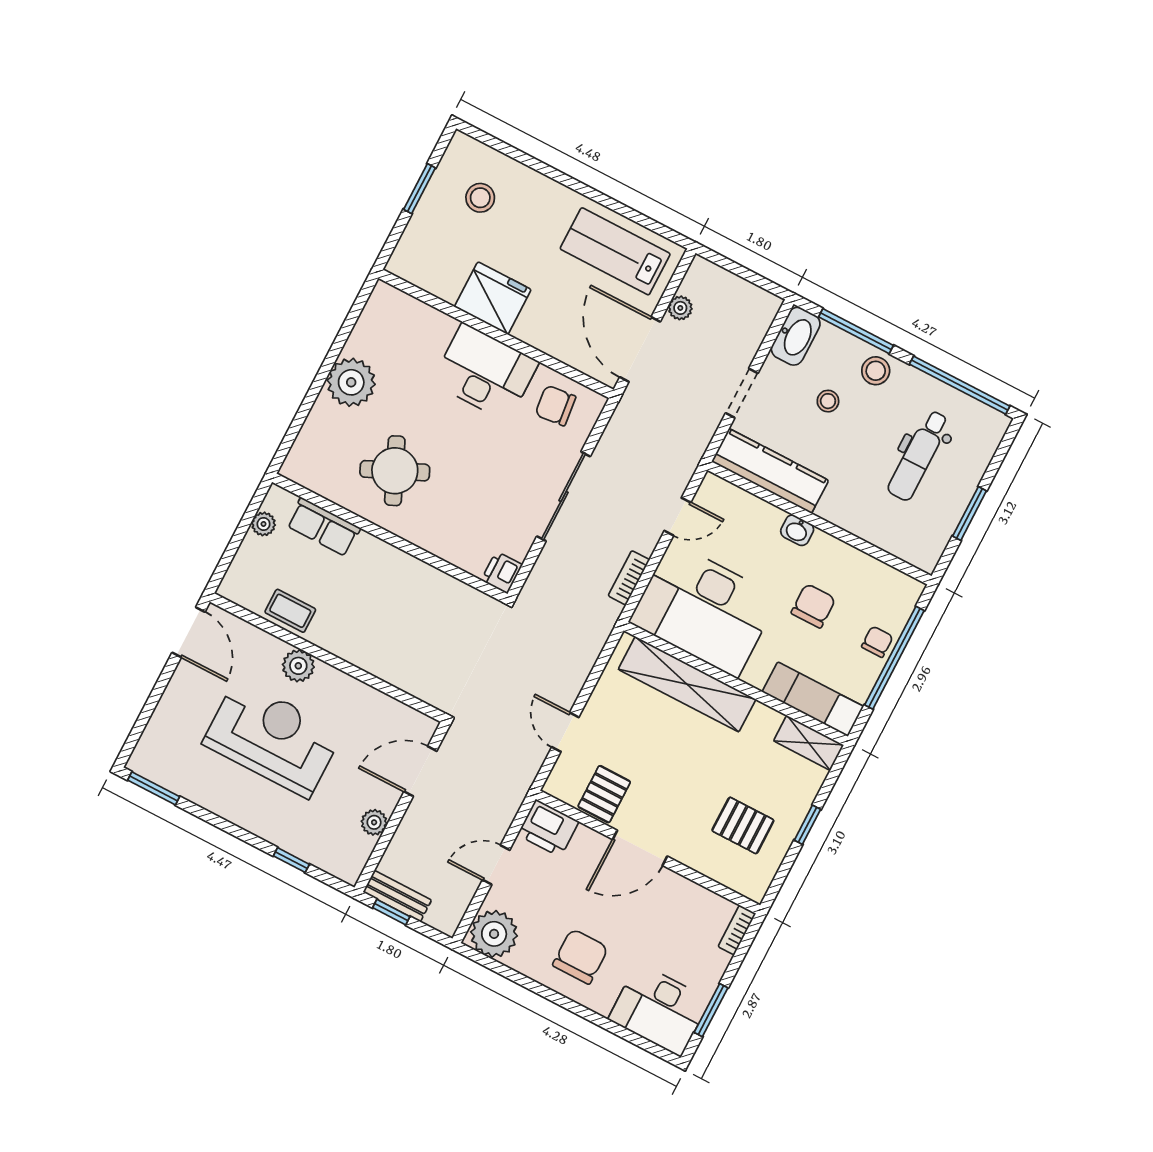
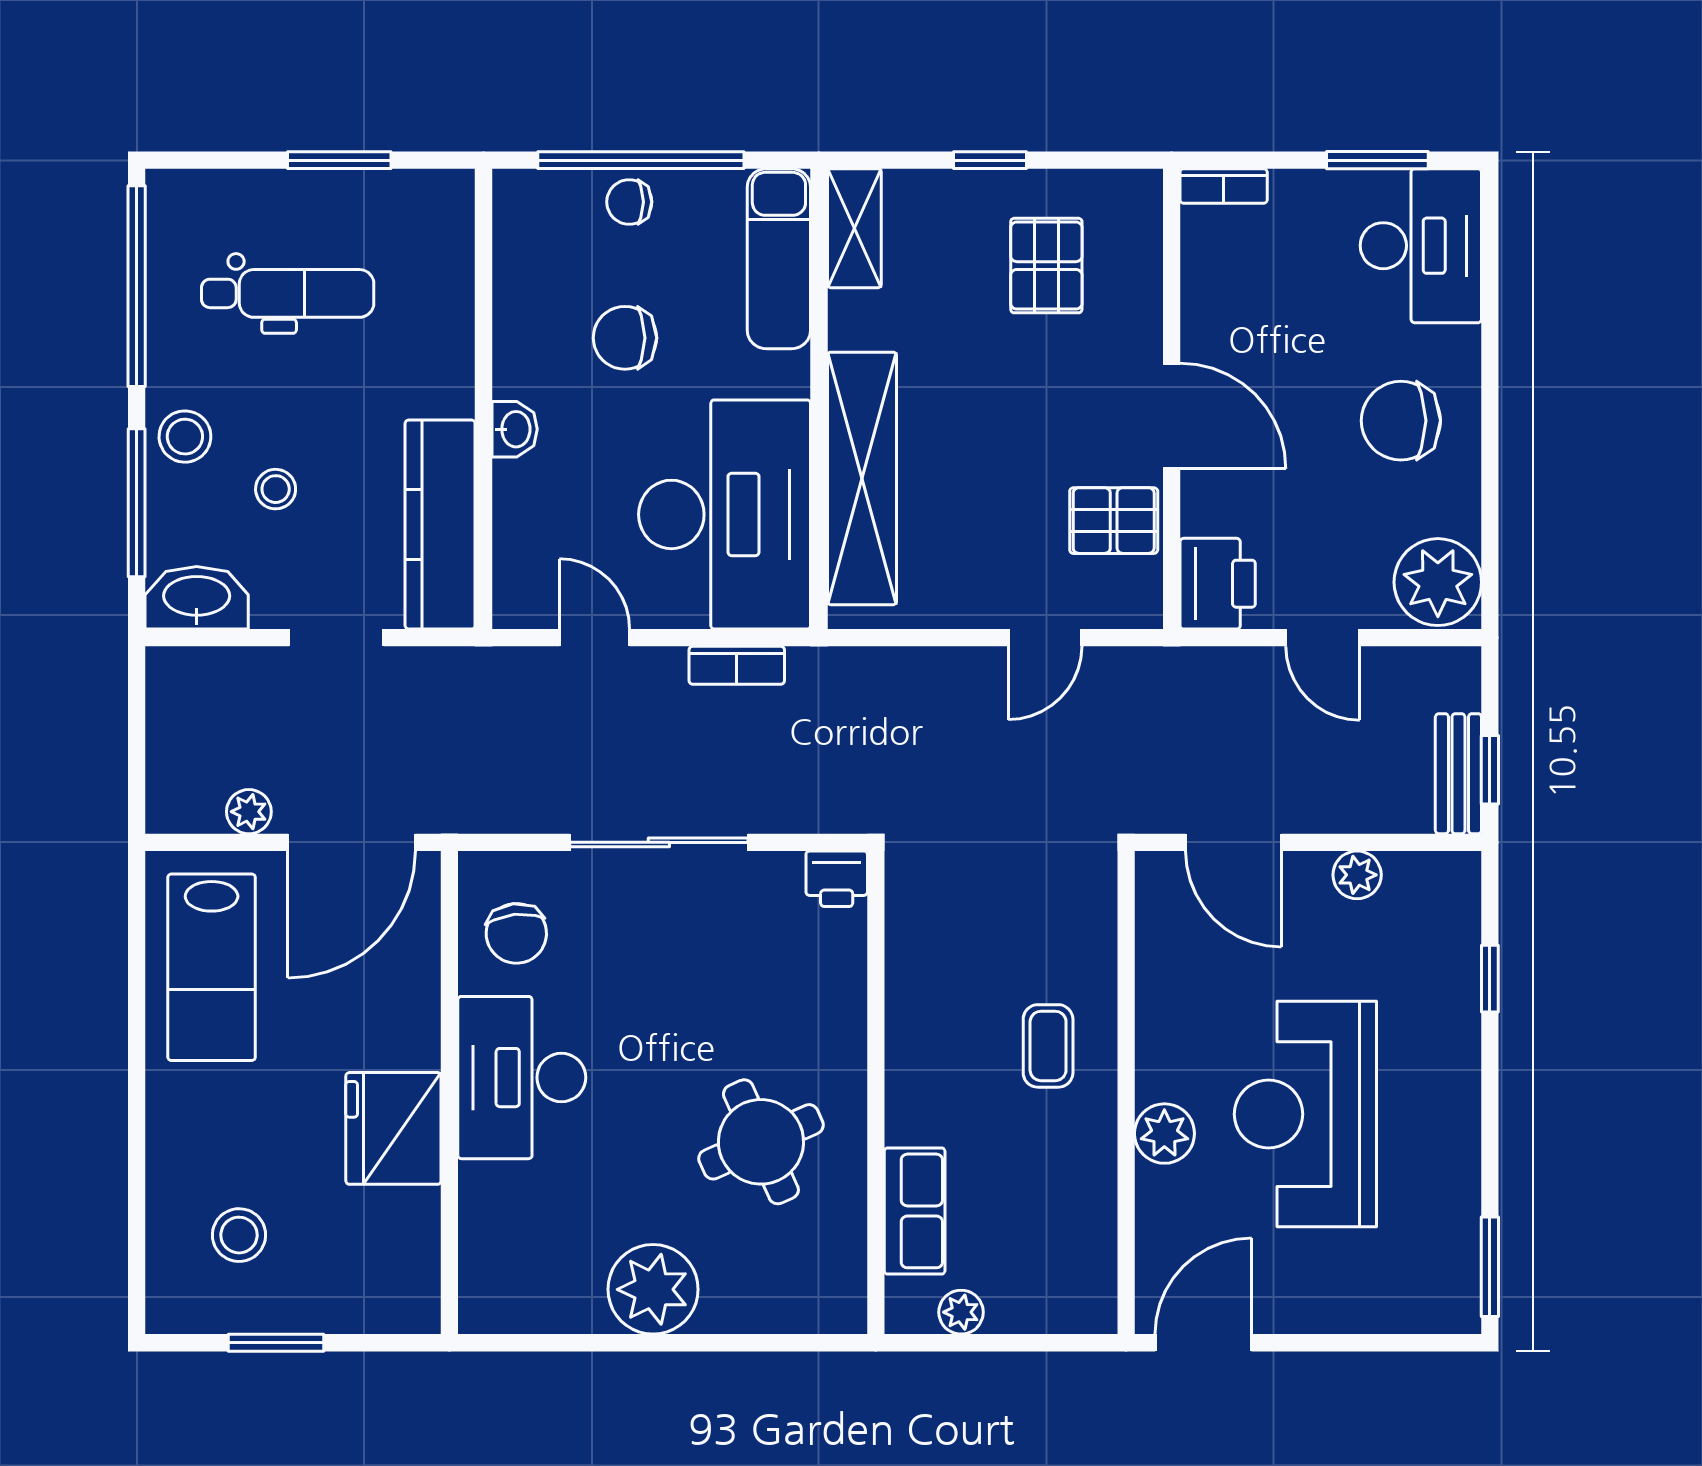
coffee table: (290, 611) -> (1048, 1046), moved

